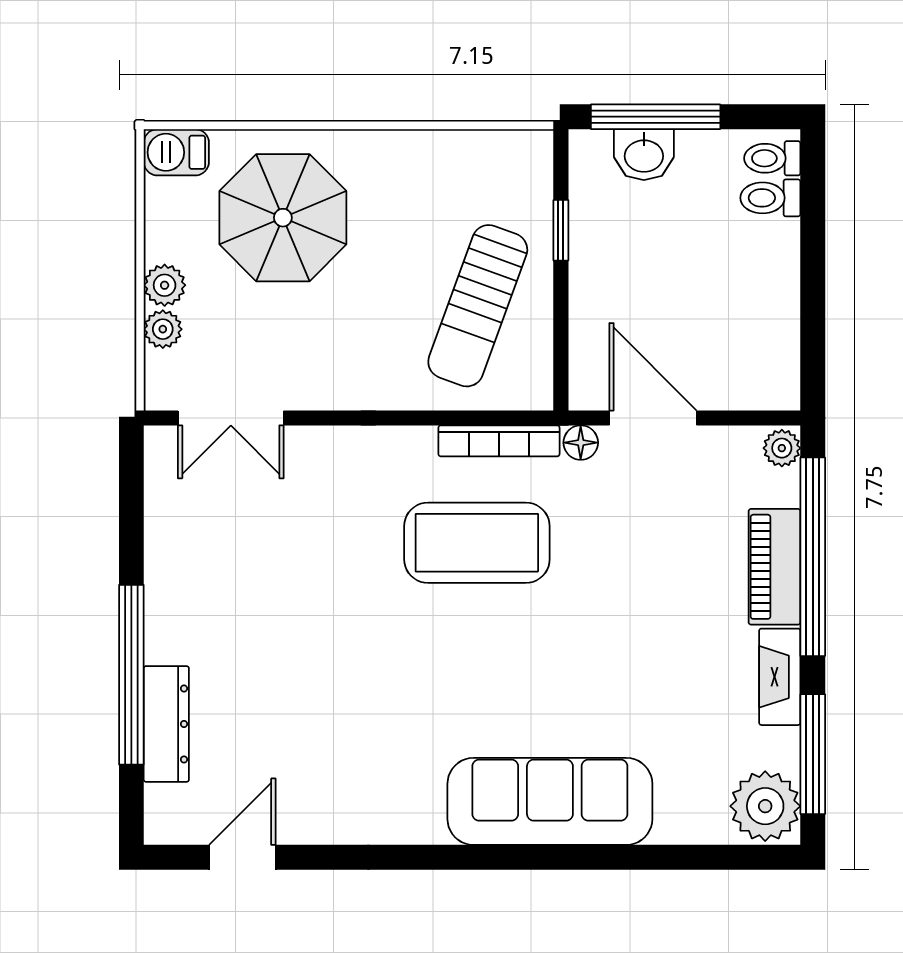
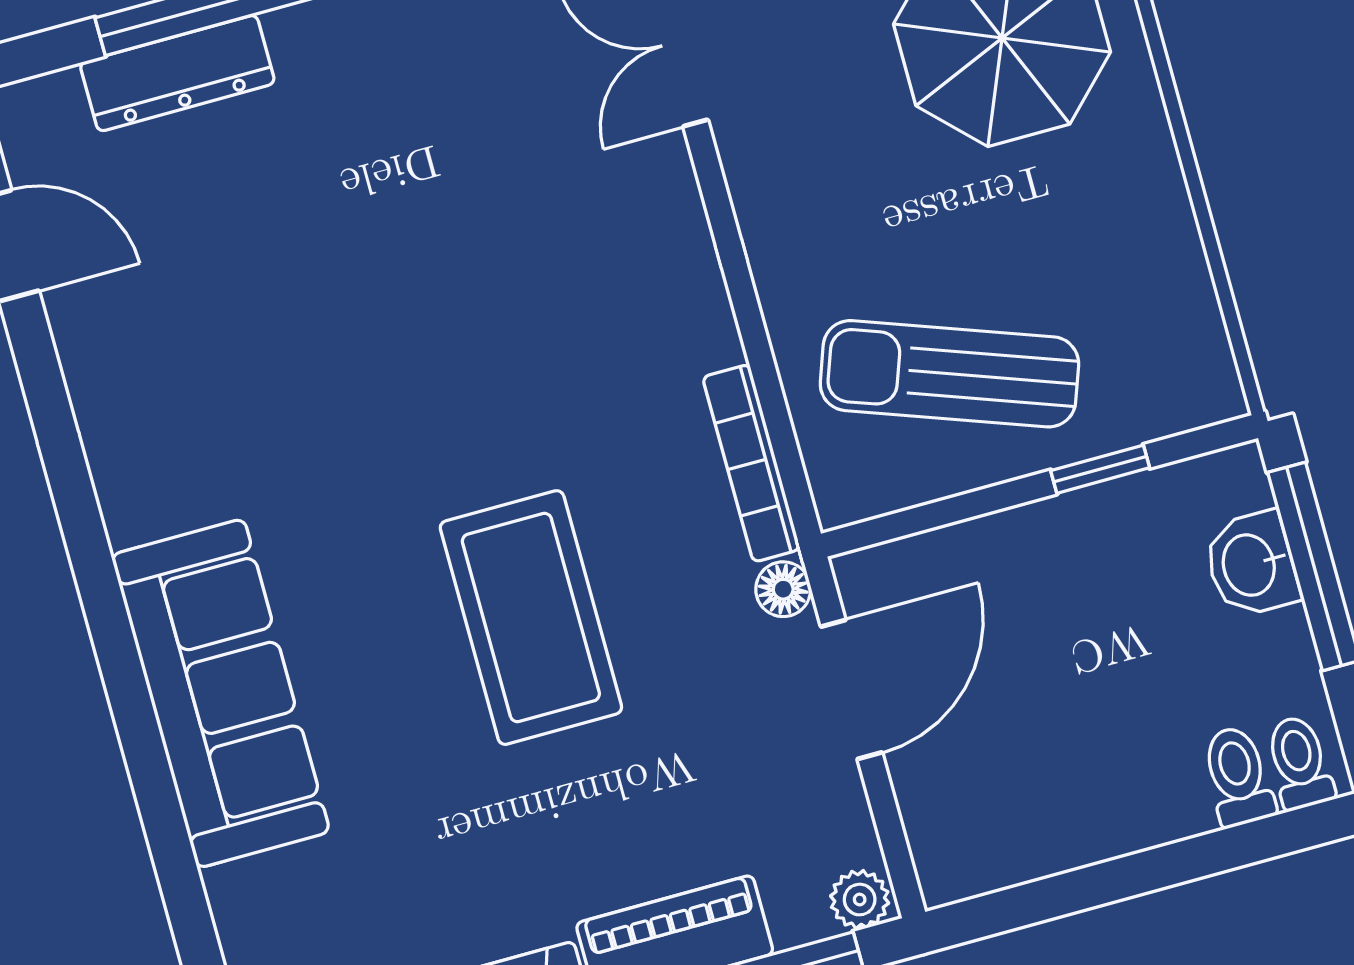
coffee table: (477, 543) -> (531, 618), moved

